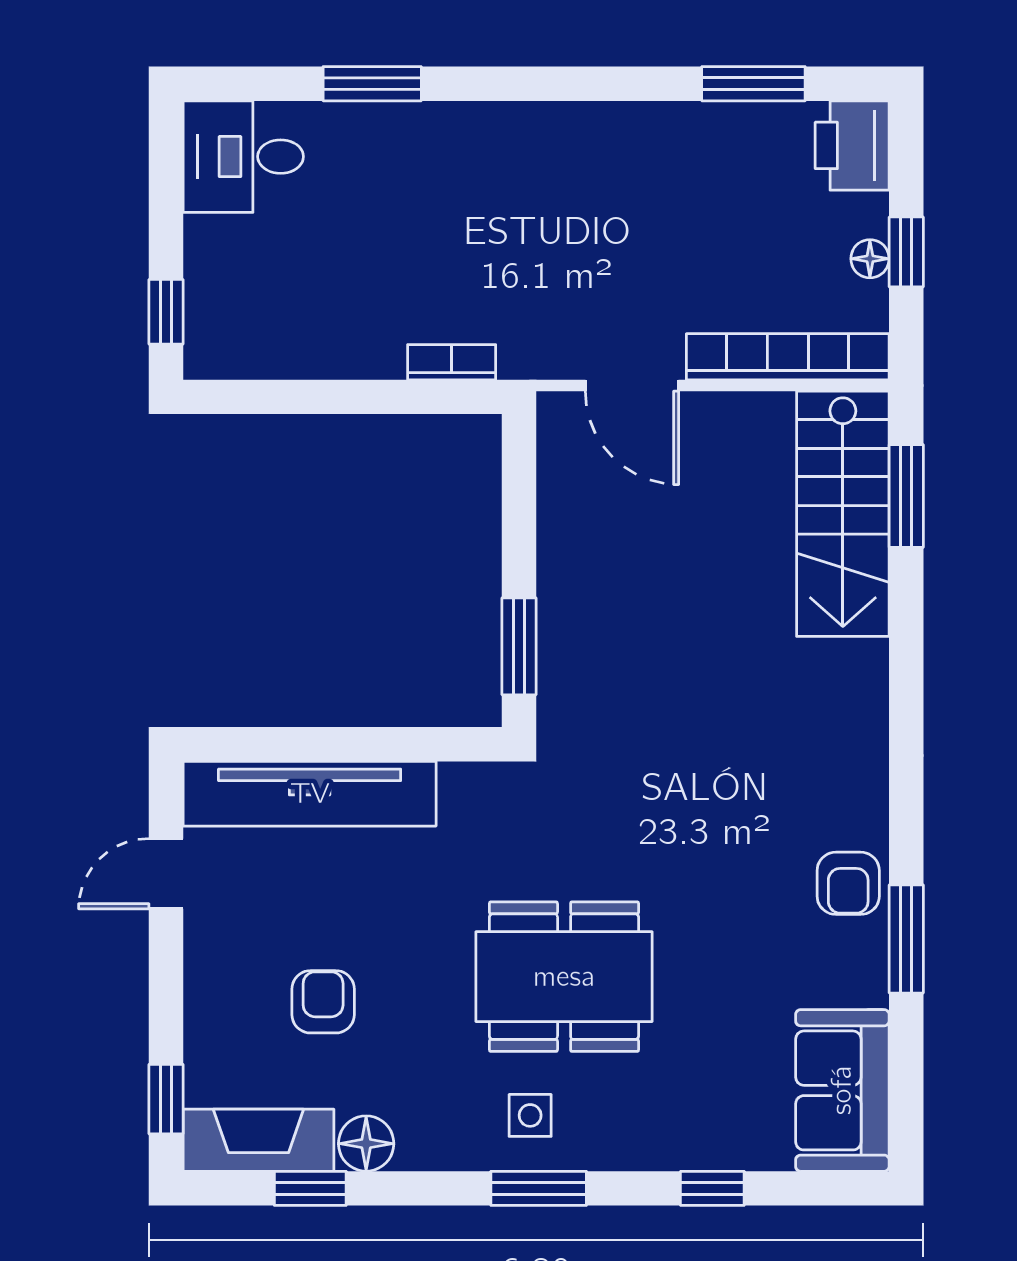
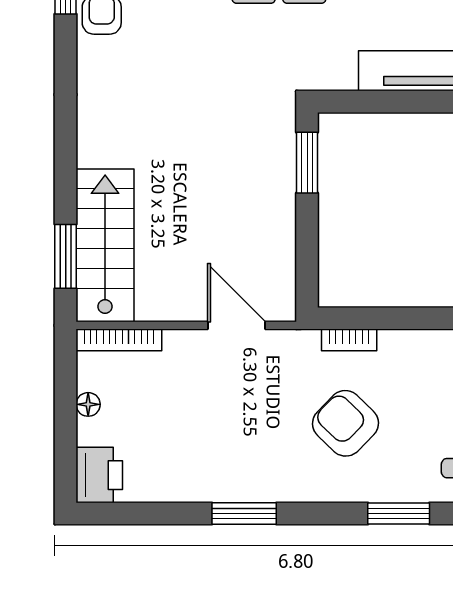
window: (753, 84) -> (244, 514), moved
armchair: (457, 228) -> (345, 423), added
window: (906, 252) -> (66, 409), removed
bookcase: (788, 357) -> (119, 340), width x0.68, depth x0.76

